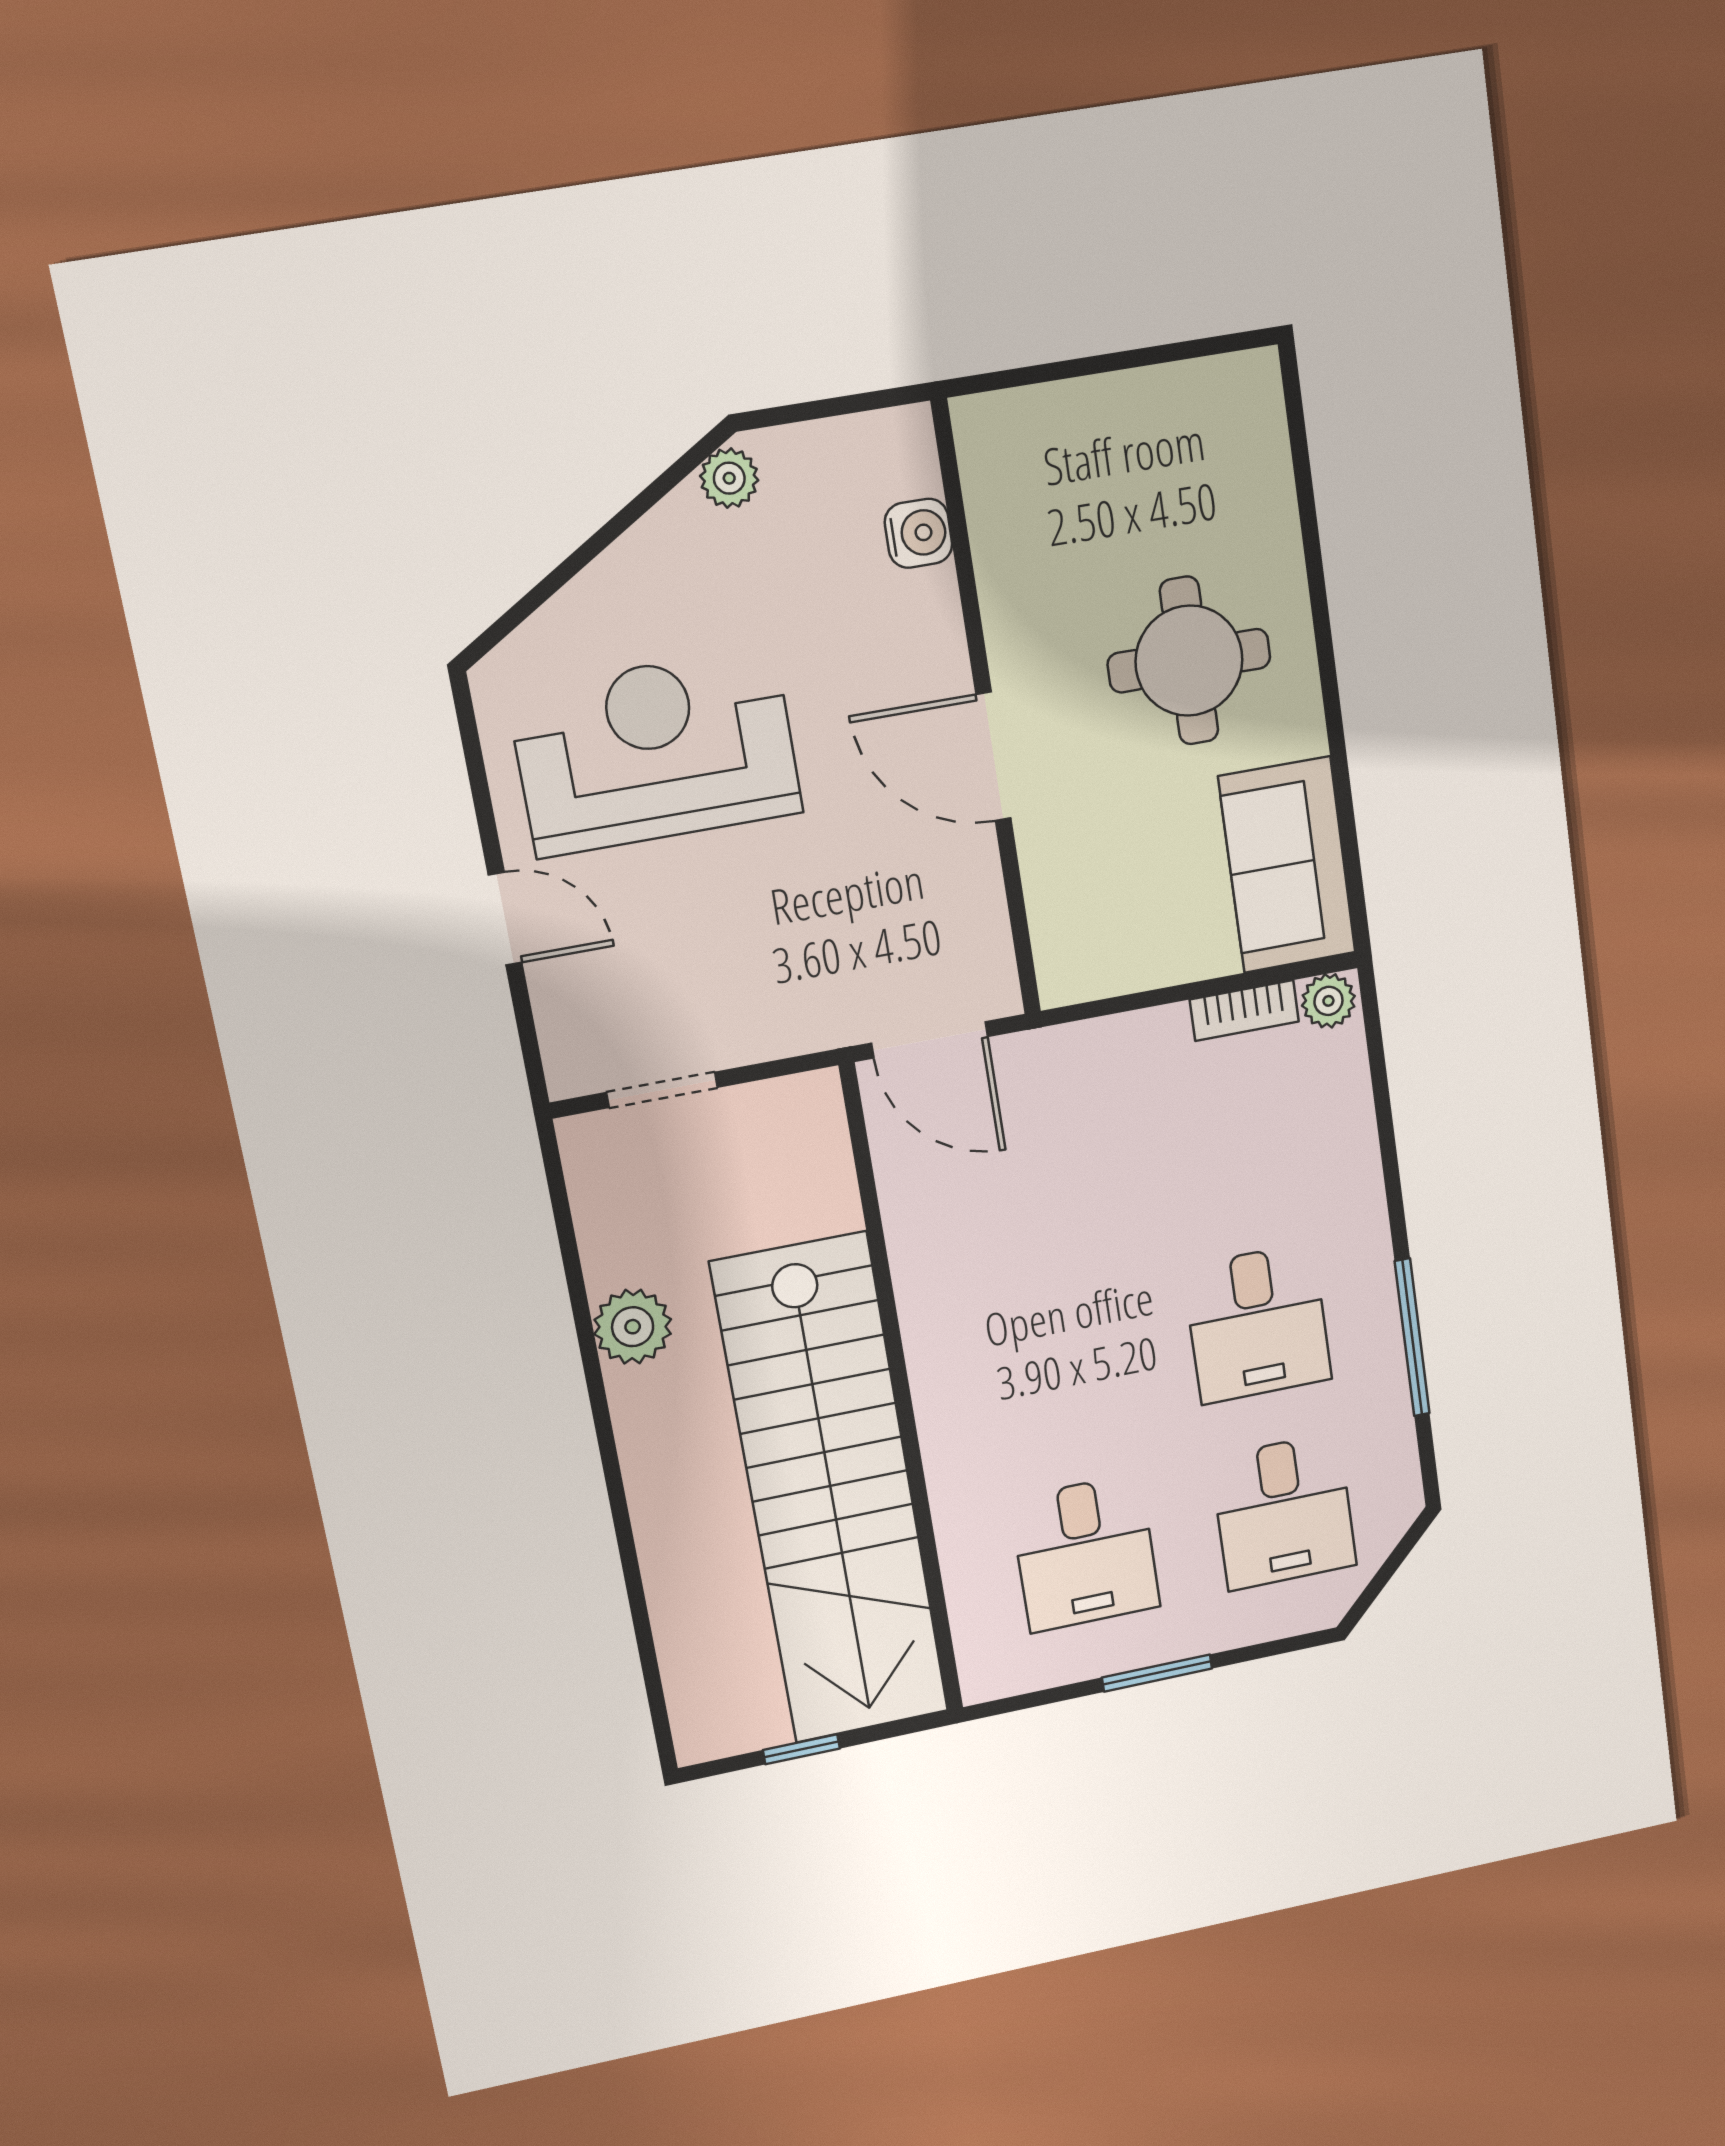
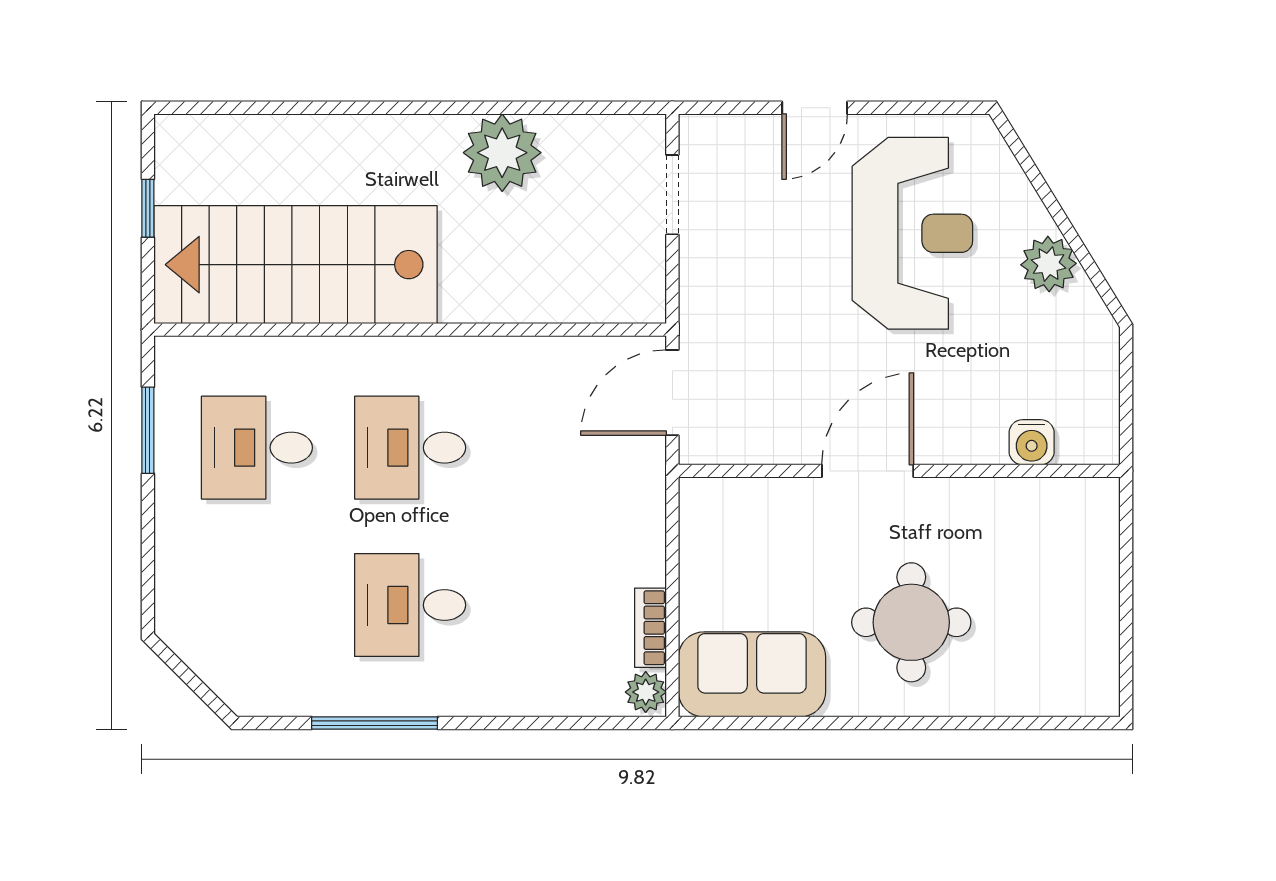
plant: (729, 478) -> (1049, 264), moved, width x1.38, depth x1.38
plant: (633, 1327) -> (502, 153), width x1.36, depth x1.36
stairs: (831, 1491) -> (295, 265), width x0.73
desk: (1284, 1512) -> (410, 448), moved
window: (1157, 1673) -> (148, 430), moved

